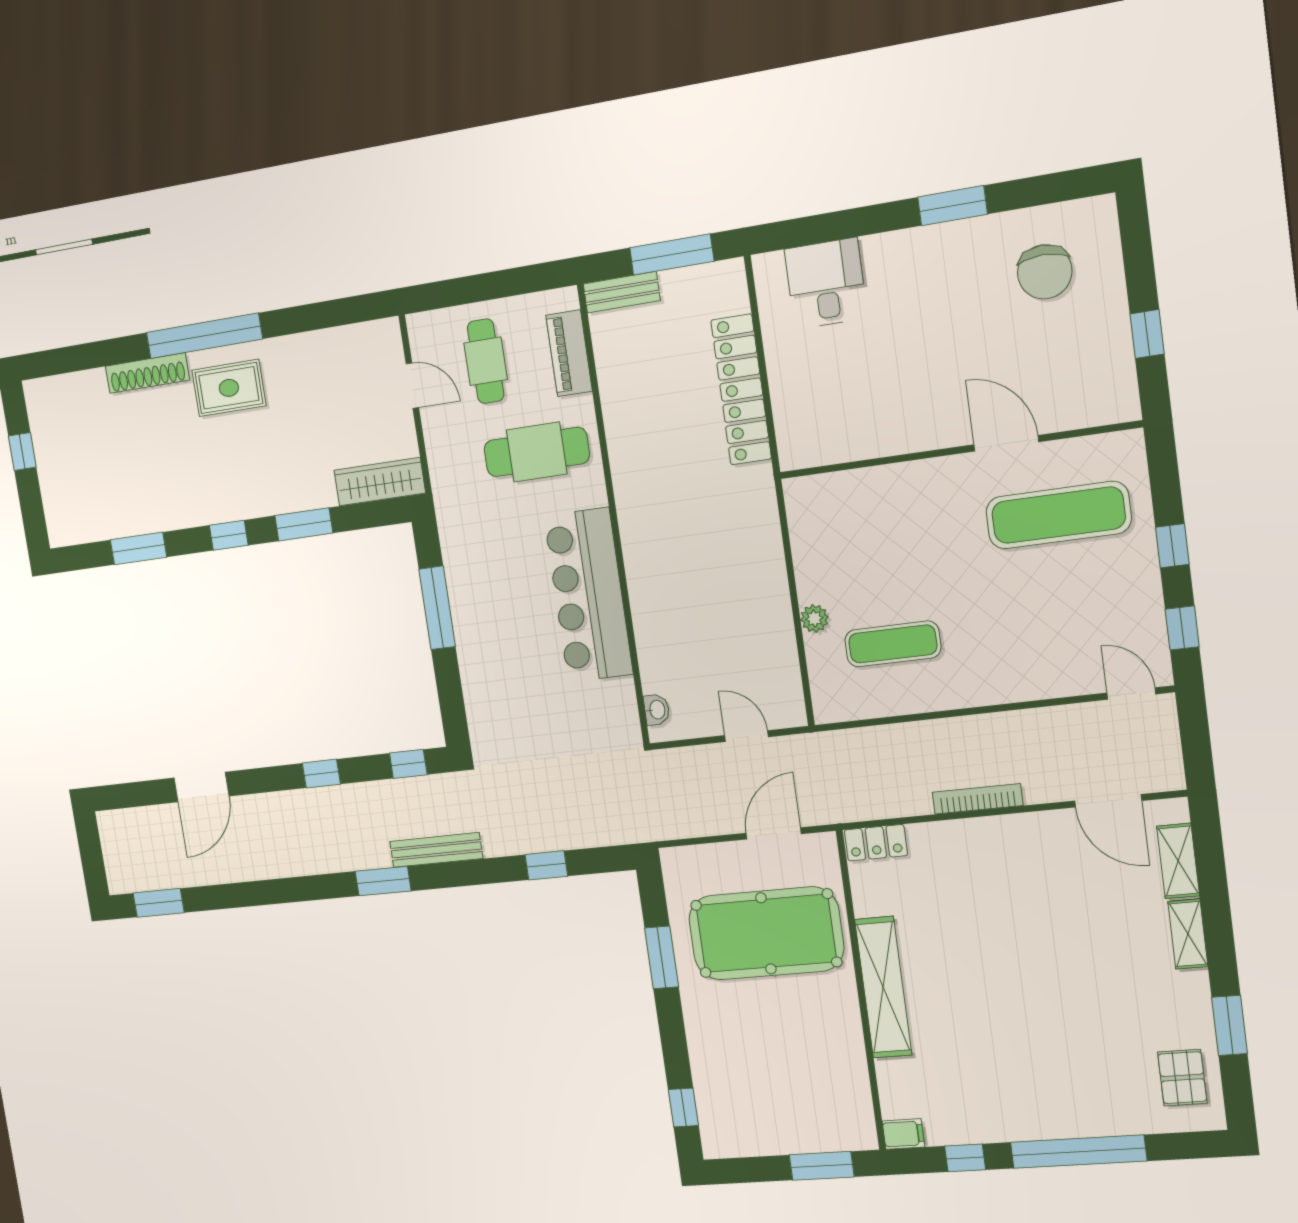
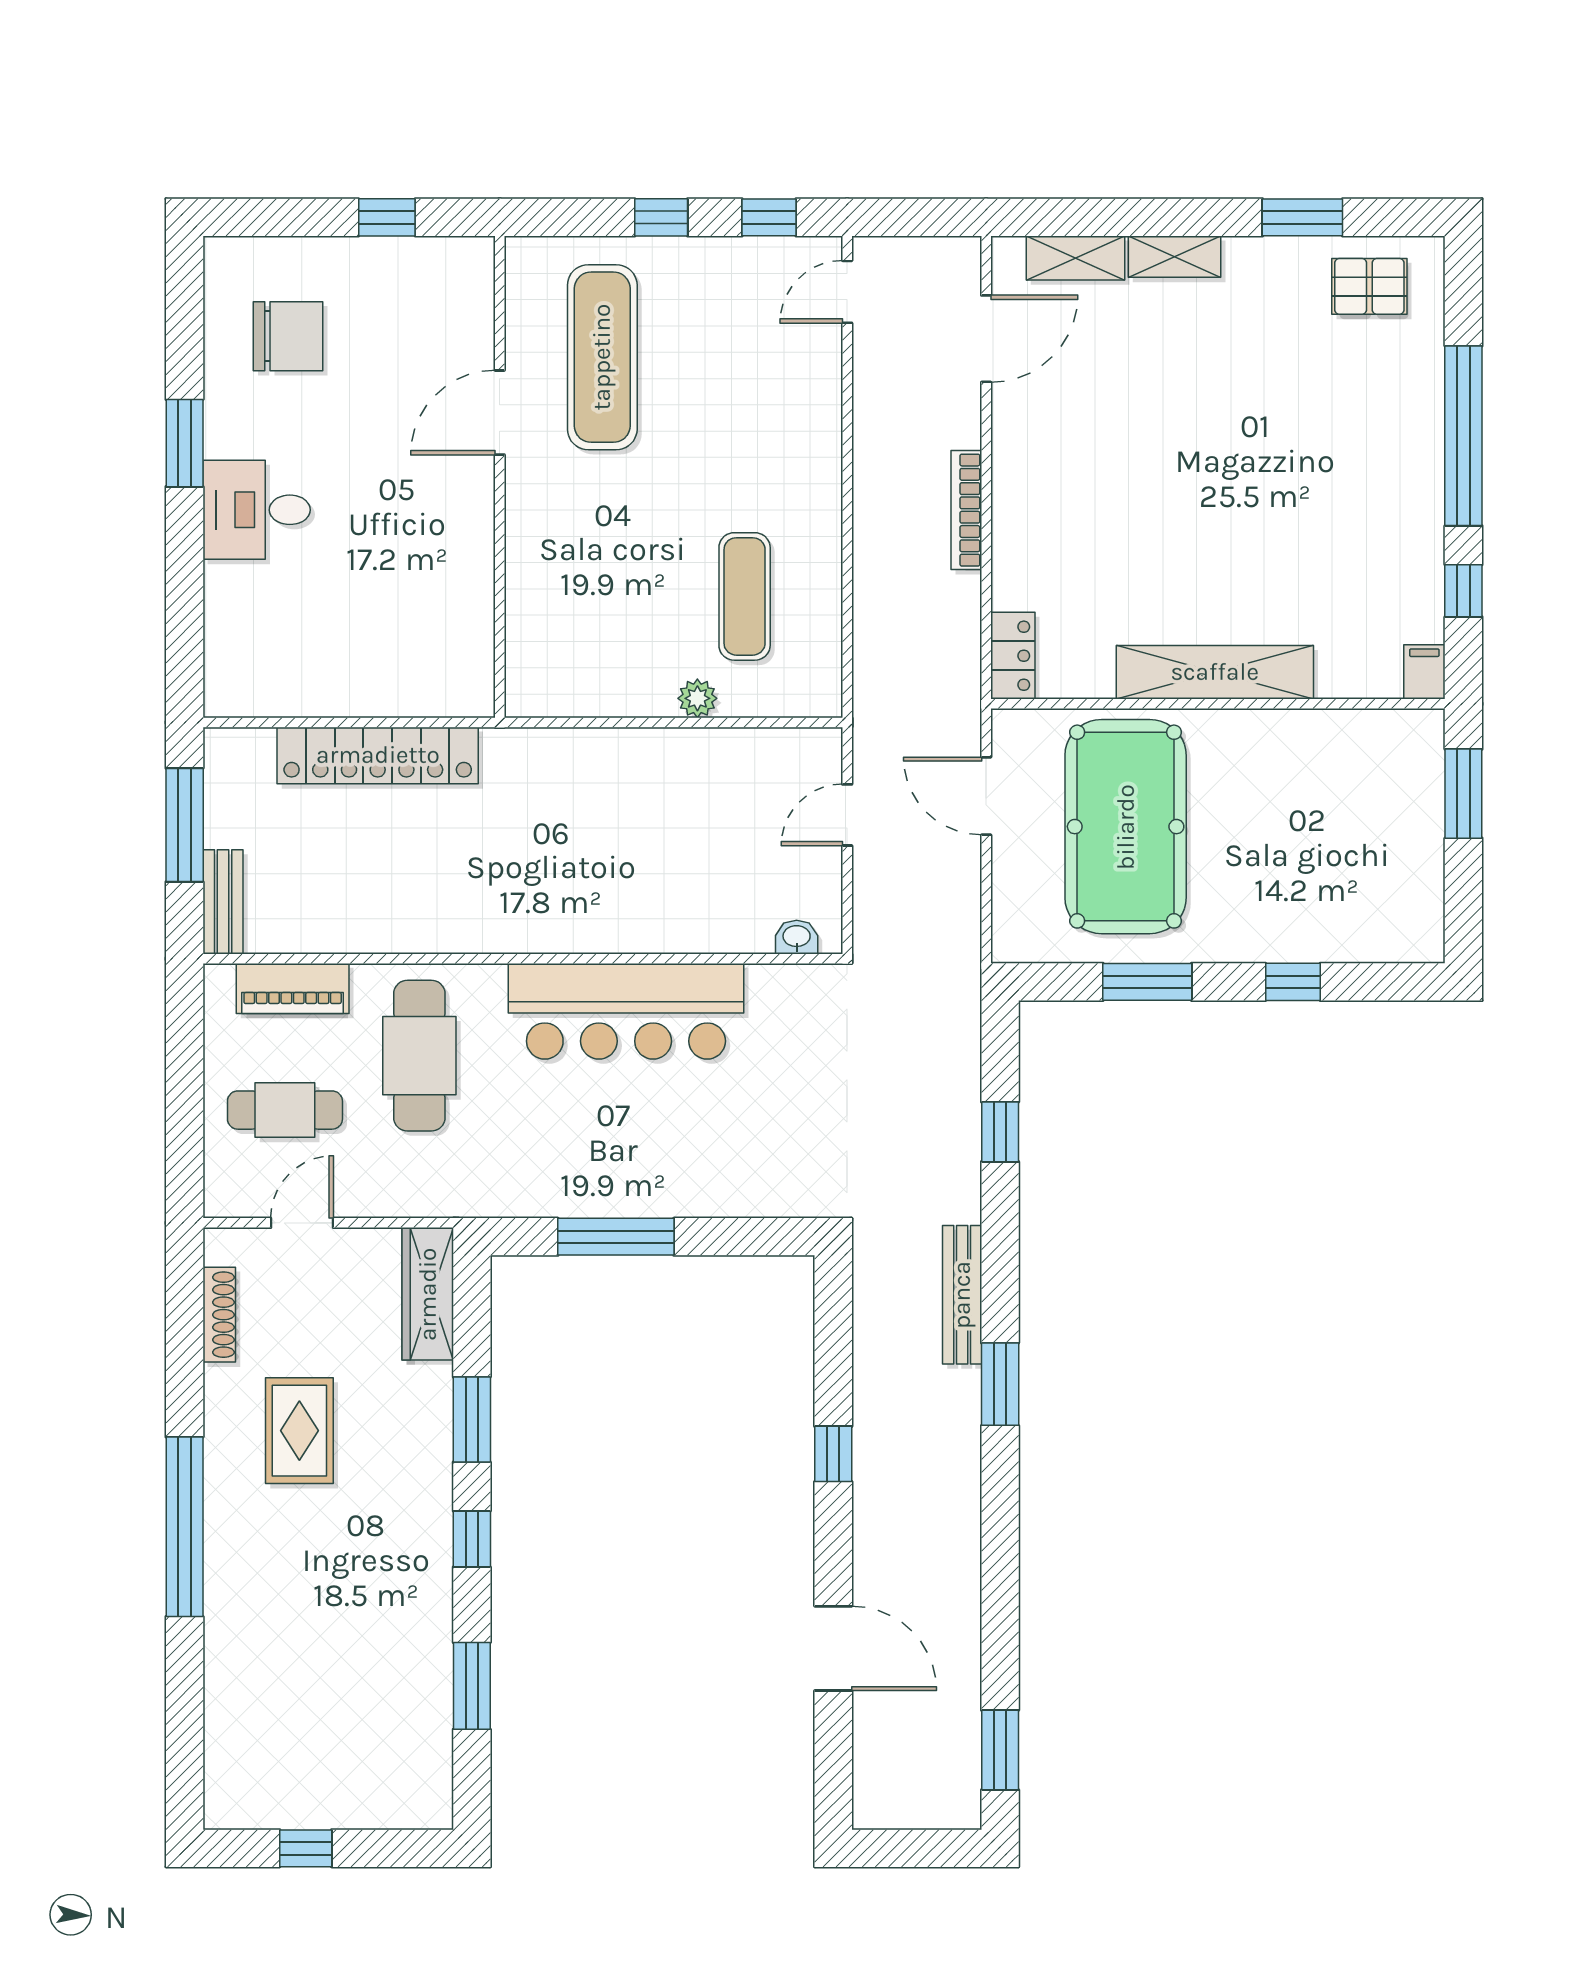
desk: (826, 283) -> (257, 510), moved
shoe rack: (147, 373) -> (219, 1315), moved, width x0.74, depth x0.81
rug: (229, 388) -> (299, 1431), moved
window: (408, 764) -> (833, 1317), removed
window: (683, 1107) -> (1293, 982), moved

